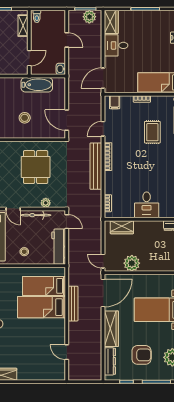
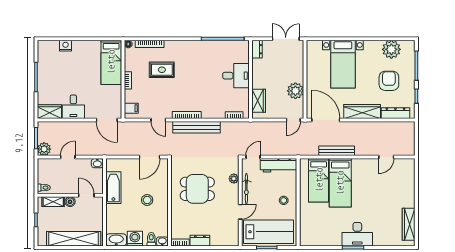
plant: (89, 17) -> (44, 149), moved
boiler: (23, 42) -> (70, 202), added

